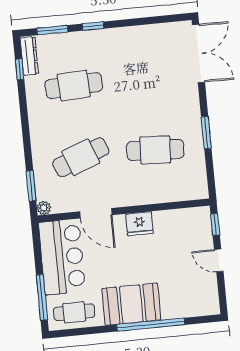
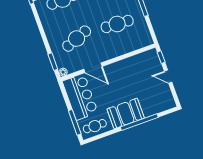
fridge: (139, 224) -> (119, 67), removed

